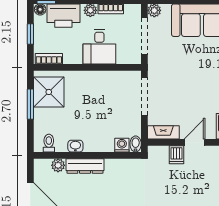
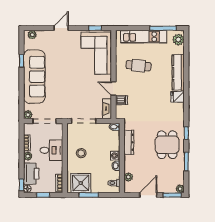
stool: (95, 93) -> (81, 153), added
washing machine: (122, 145) -> (115, 156), moved
dresser: (85, 166) -> (129, 142), moved

